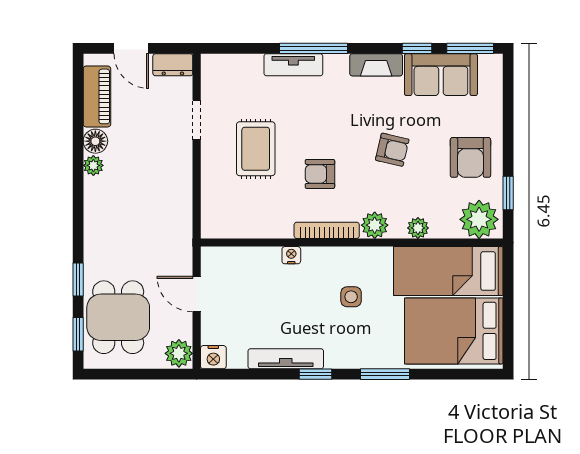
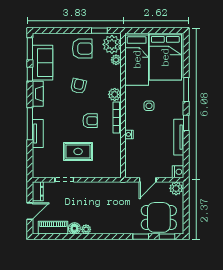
armchair: (320, 174) -> (90, 121), turned -90
plant: (418, 228) -> (116, 60), moved

